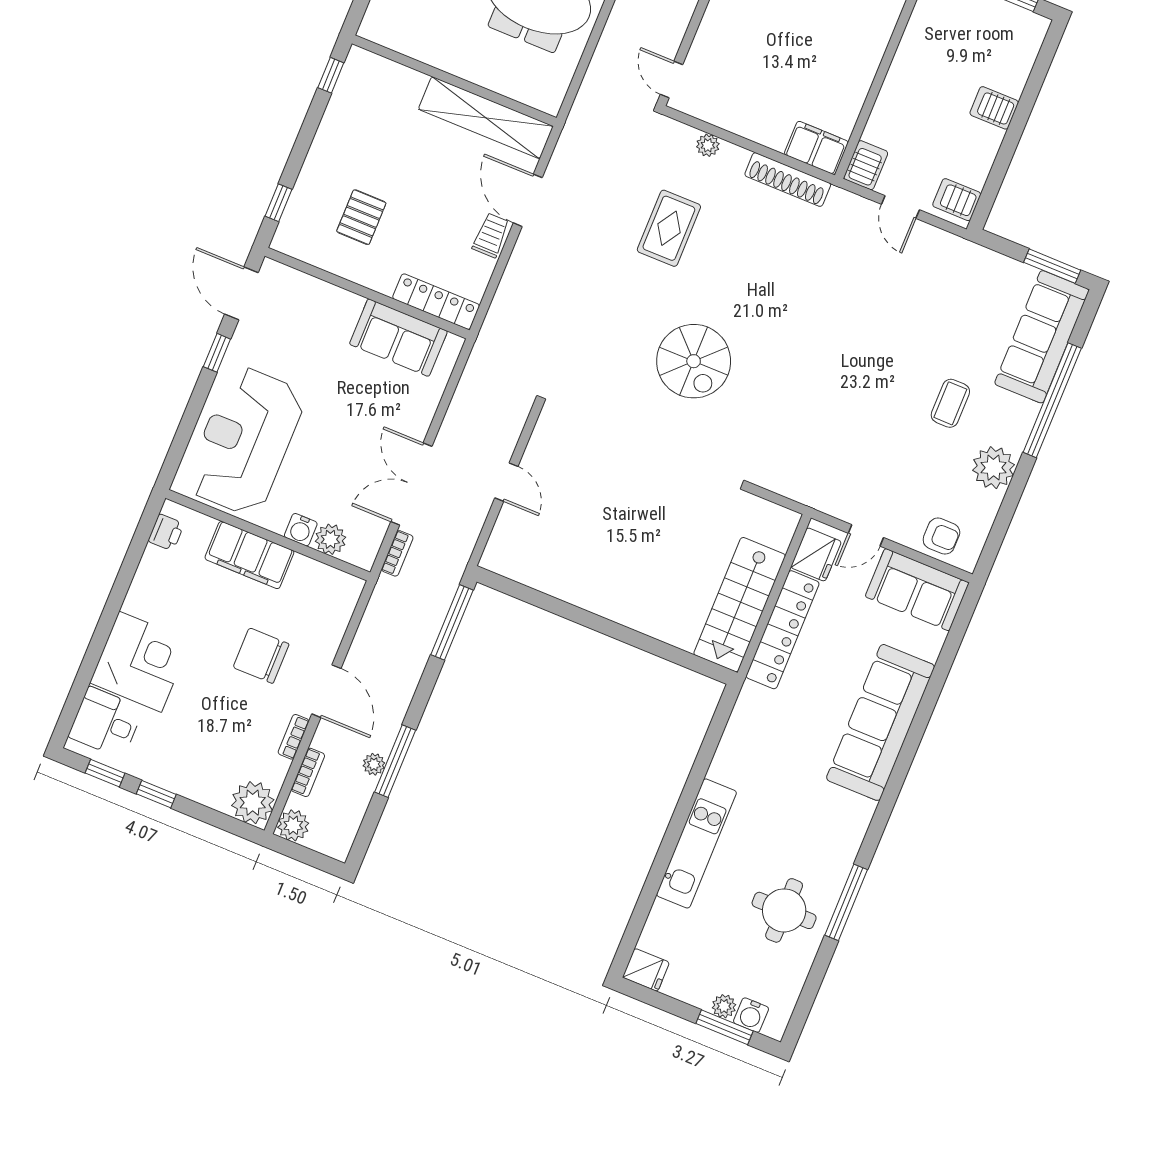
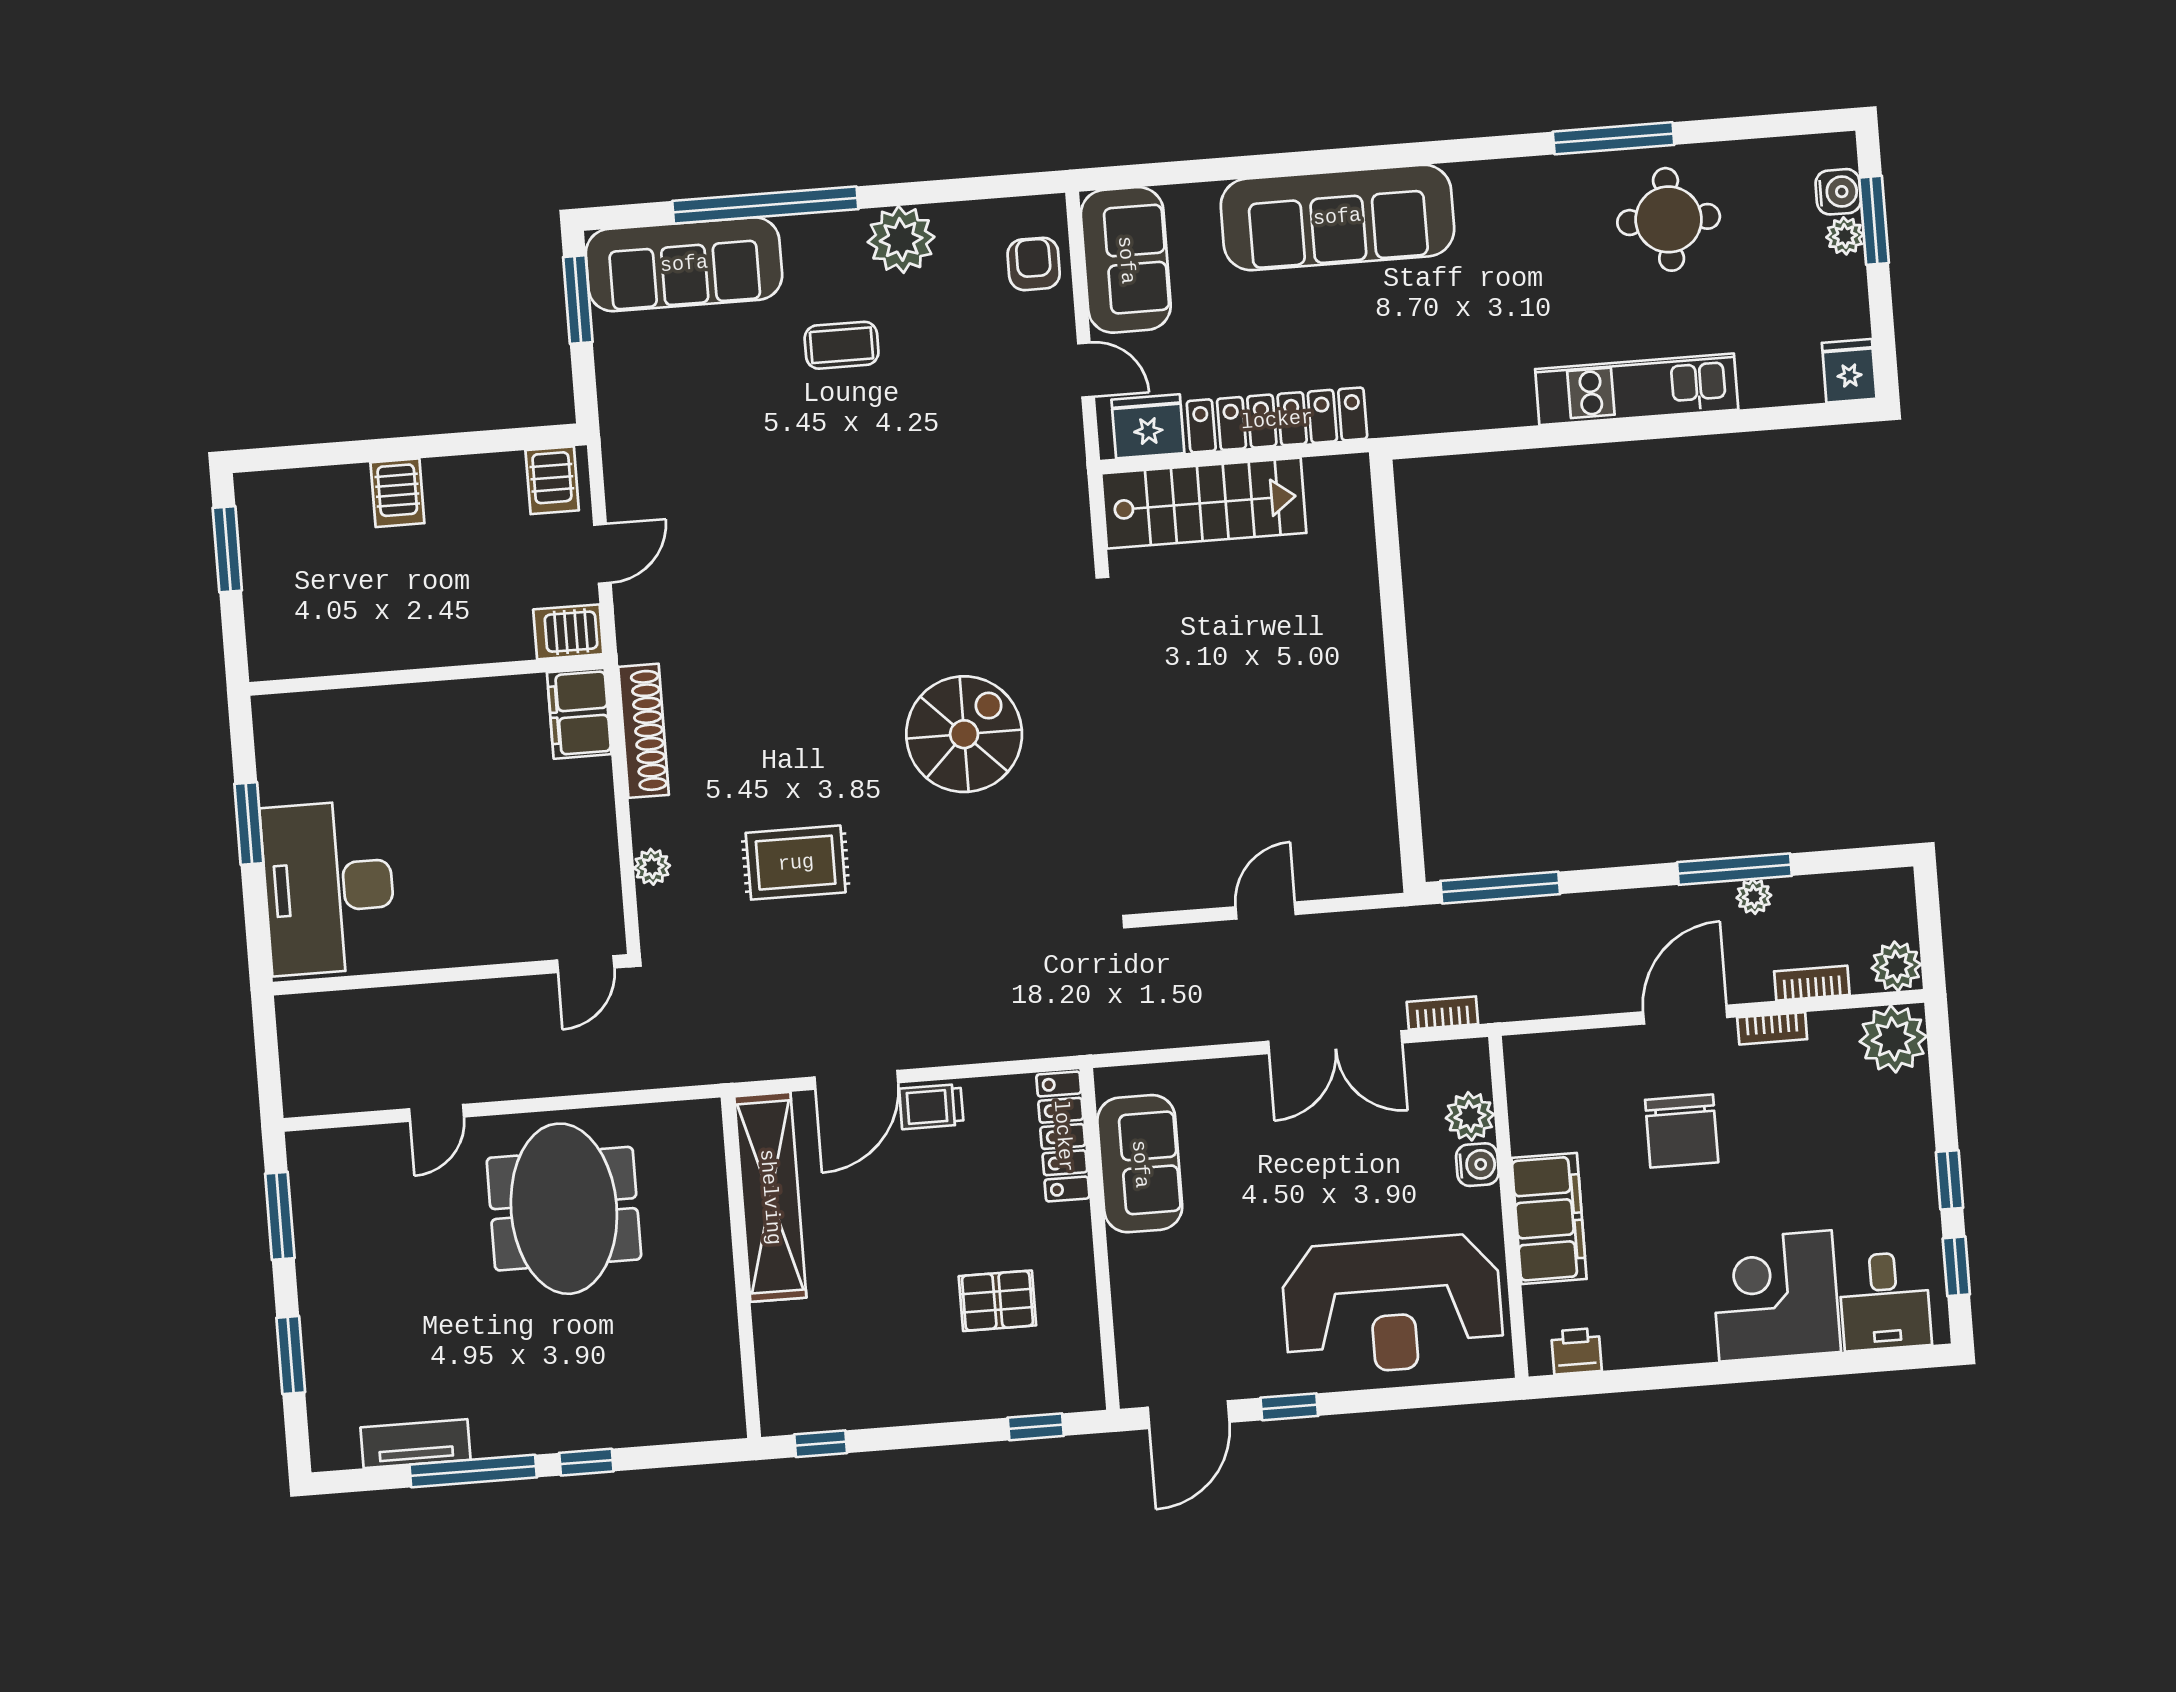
stairs: (740, 605) -> (1204, 503), moved

